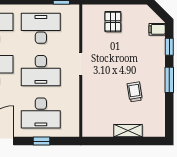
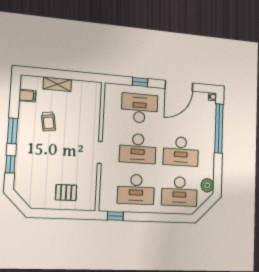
pallet: (113, 22) -> (66, 193), turned 90
filing cabinet: (157, 29) -> (27, 96), moved
desk: (41, 71) -> (138, 148), turned 180

